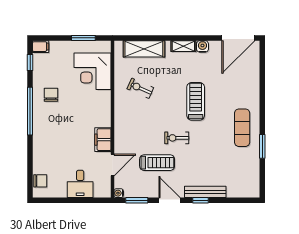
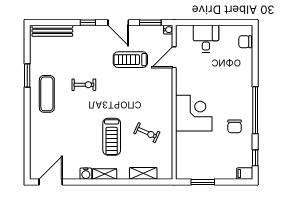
door: (238, 38) -> (51, 182), width x0.73
shelving: (144, 49) -> (143, 173), width x0.67, depth x0.75
corner desk: (93, 71) -> (194, 113), moved
treadmill: (196, 101) -> (112, 137), moved
exercise bike: (177, 138) -> (84, 85), moved
filing cabinet: (103, 140) -> (184, 82), removed
bench: (205, 192) -> (52, 31), moved

